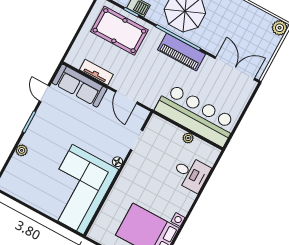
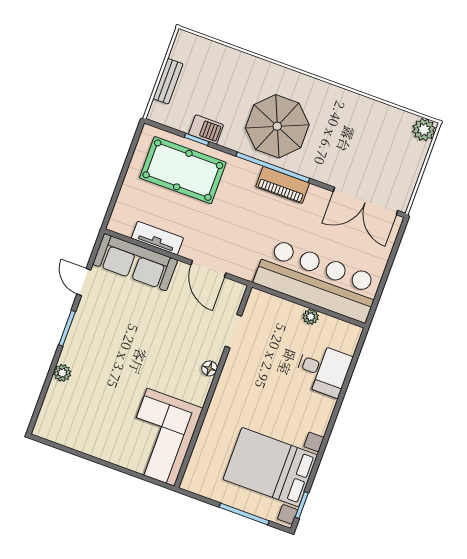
piano: (182, 52) -> (283, 185), width x0.73, depth x0.75
double door: (235, 68) -> (366, 201), swing flipped
corner sofa: (78, 190) -> (161, 437), width x0.73, depth x0.74

